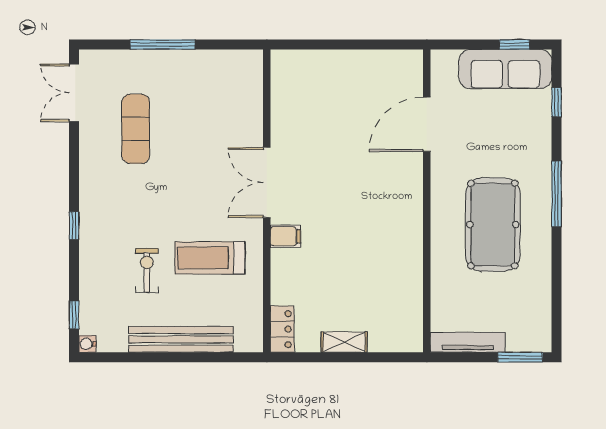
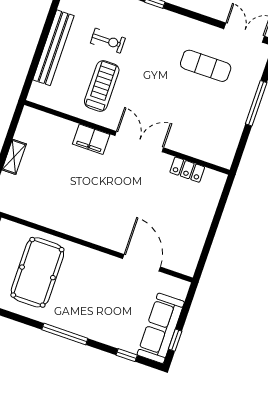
pool table: (493, 225) -> (37, 272), moved, turned 90
filing cabinet: (286, 236) -> (91, 139), width x2.00
locker: (282, 329) -> (187, 170), moved

